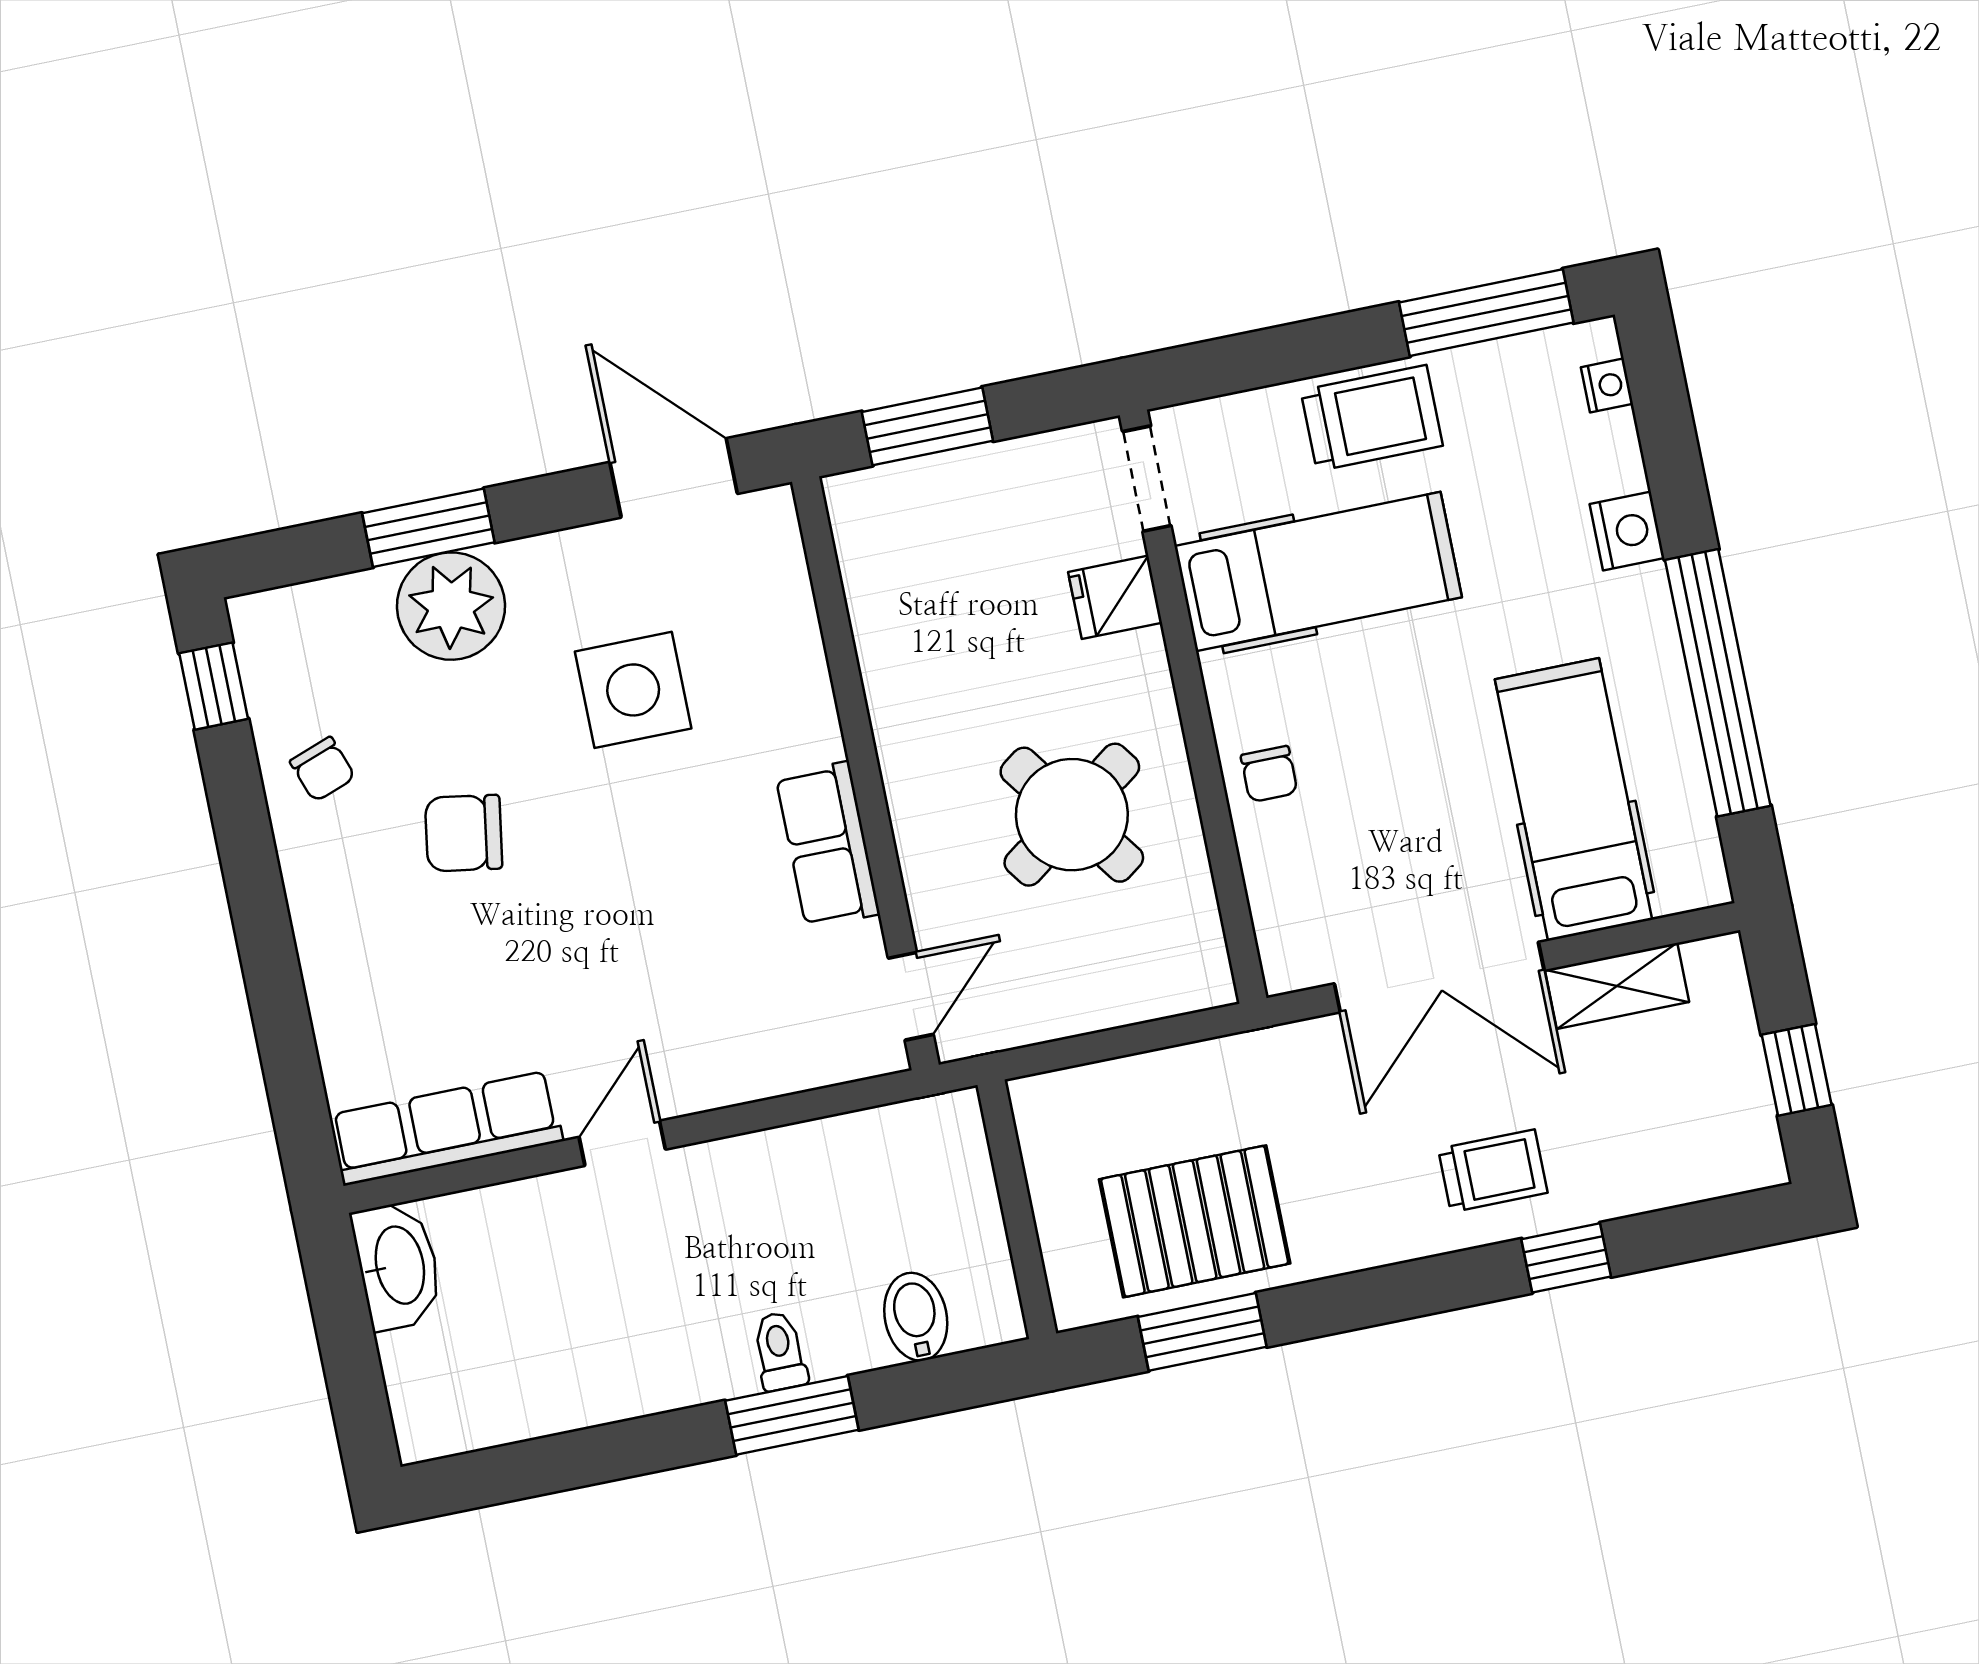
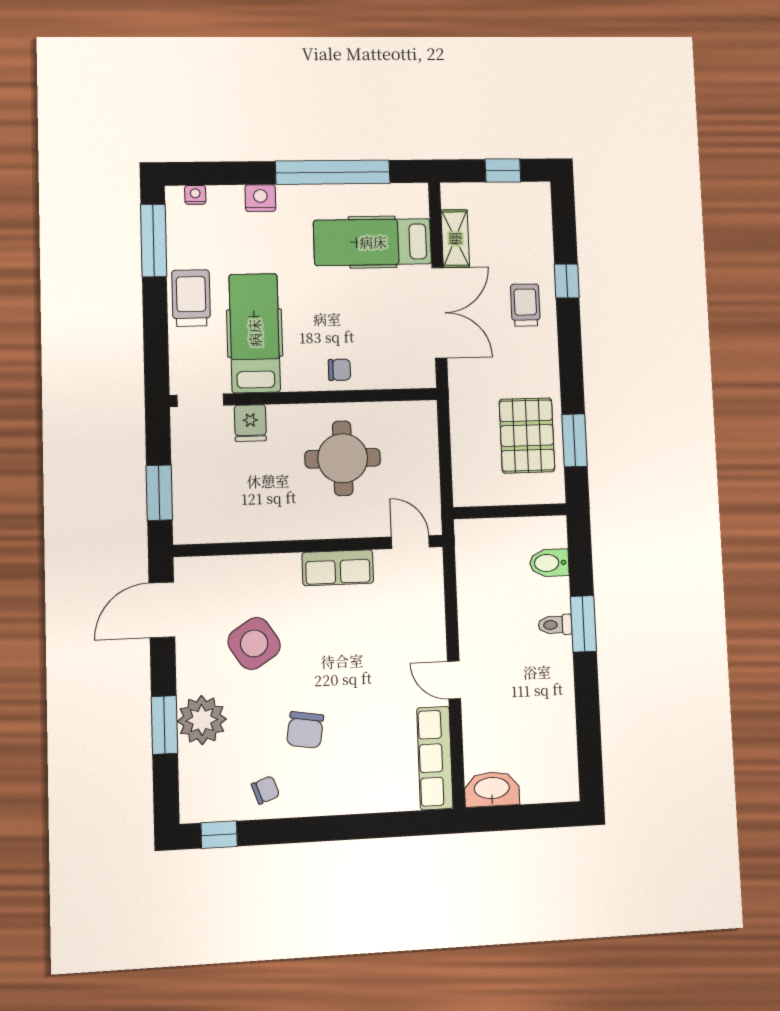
side table: (633, 690) -> (254, 643), turned -33
round table: (1072, 815) -> (343, 458), turned 36

